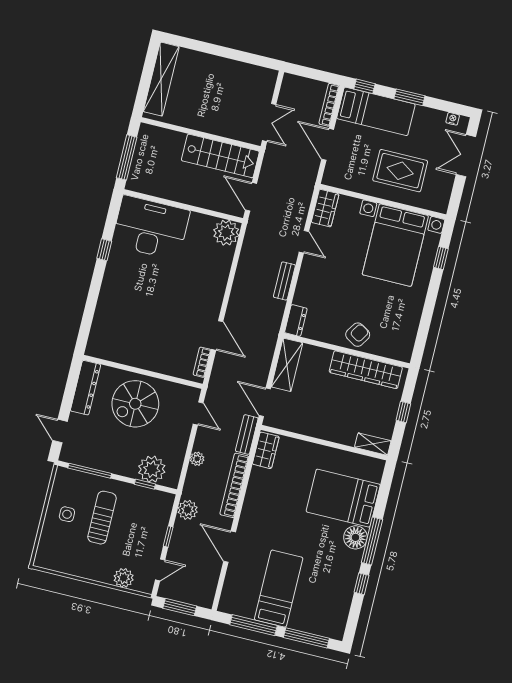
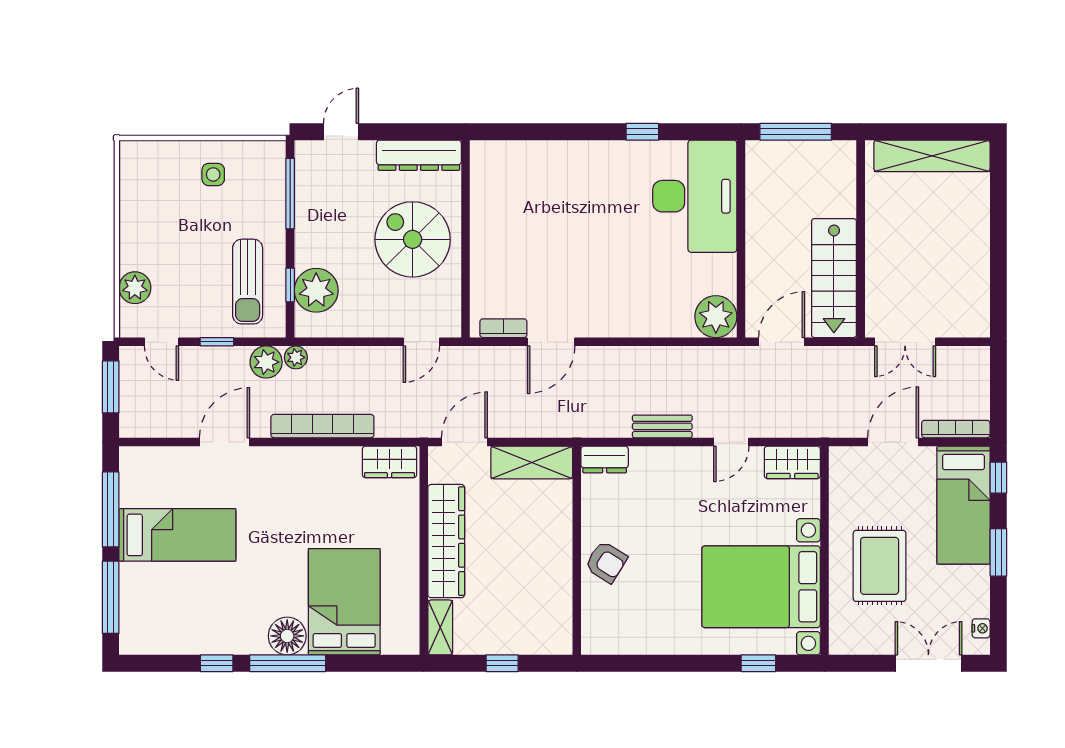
wardrobe: (366, 370) -> (446, 541), moved, turned 180
bench: (247, 435) -> (407, 426), removed
plant: (197, 459) -> (296, 357), moved
sun lounger: (102, 518) -> (248, 282), moved, turned 90

